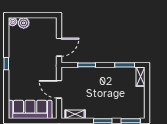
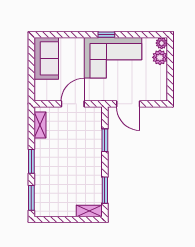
corner sofa: (24, 59) -> (113, 58), added
sofa: (30, 109) -> (46, 58), width x0.73

